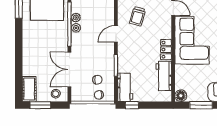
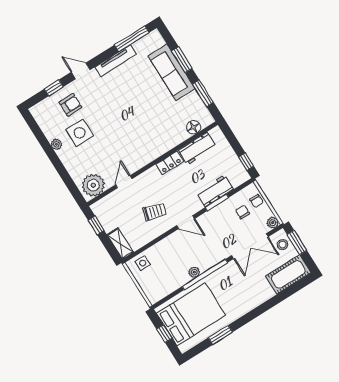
plant: (76, 28) -> (273, 223), moved
corner sofa: (192, 40) -> (144, 143), removed
workbench: (125, 87) -> (215, 191), moved
cot: (29, 89) -> (288, 274), width x1.37, depth x1.34
floor lamp: (181, 96) -> (194, 127), moved
window: (40, 105) -> (297, 243), moved

